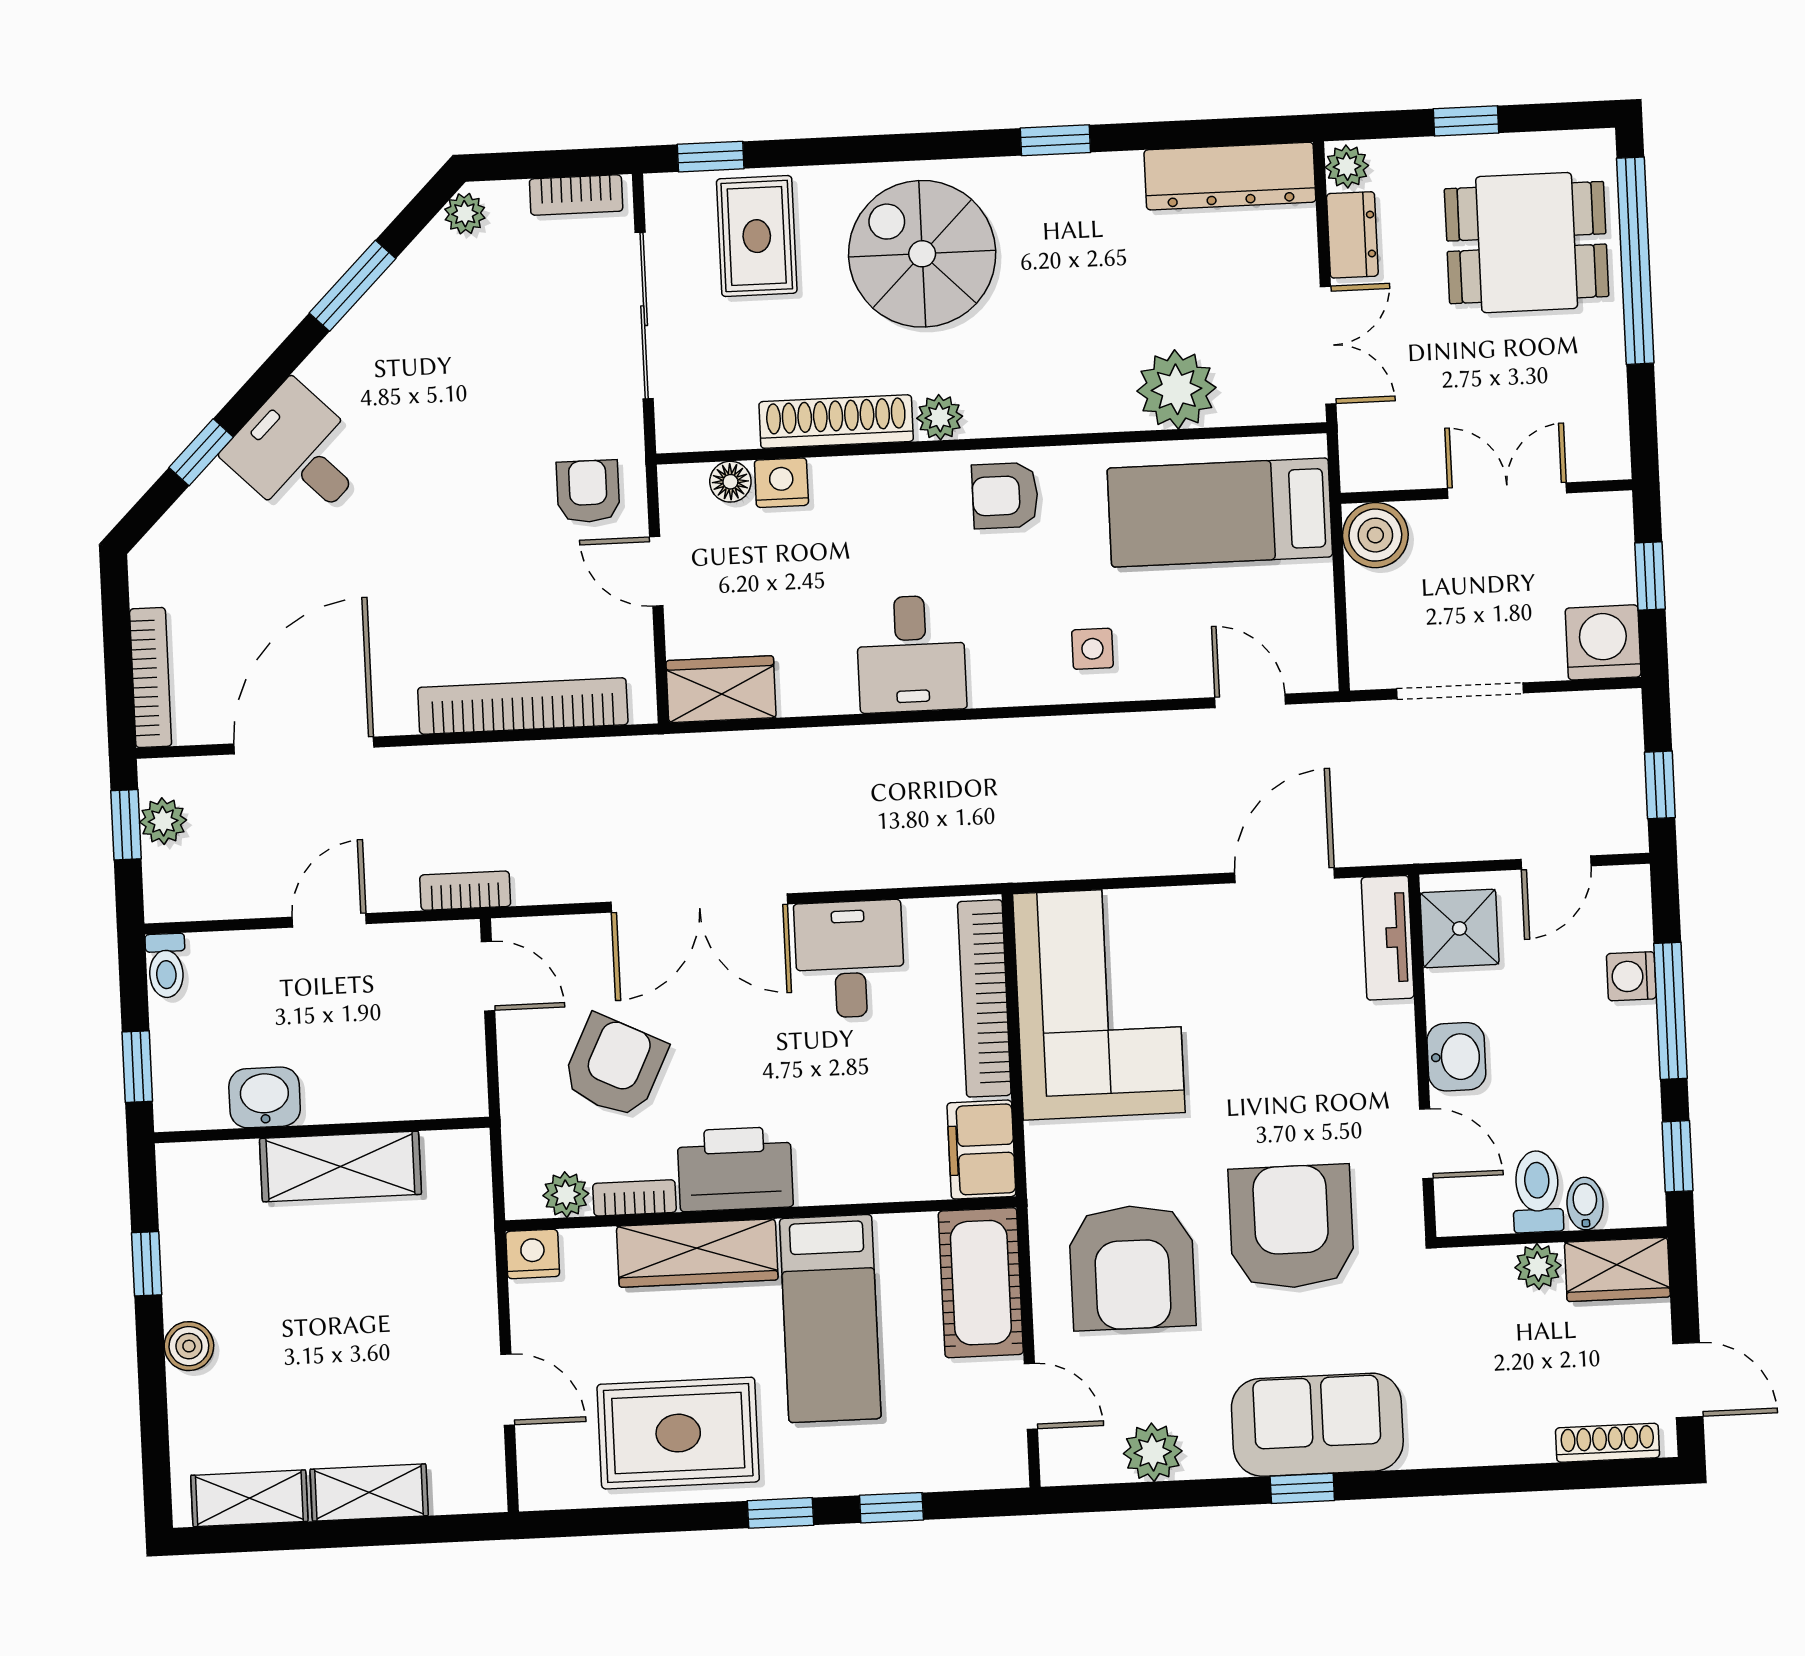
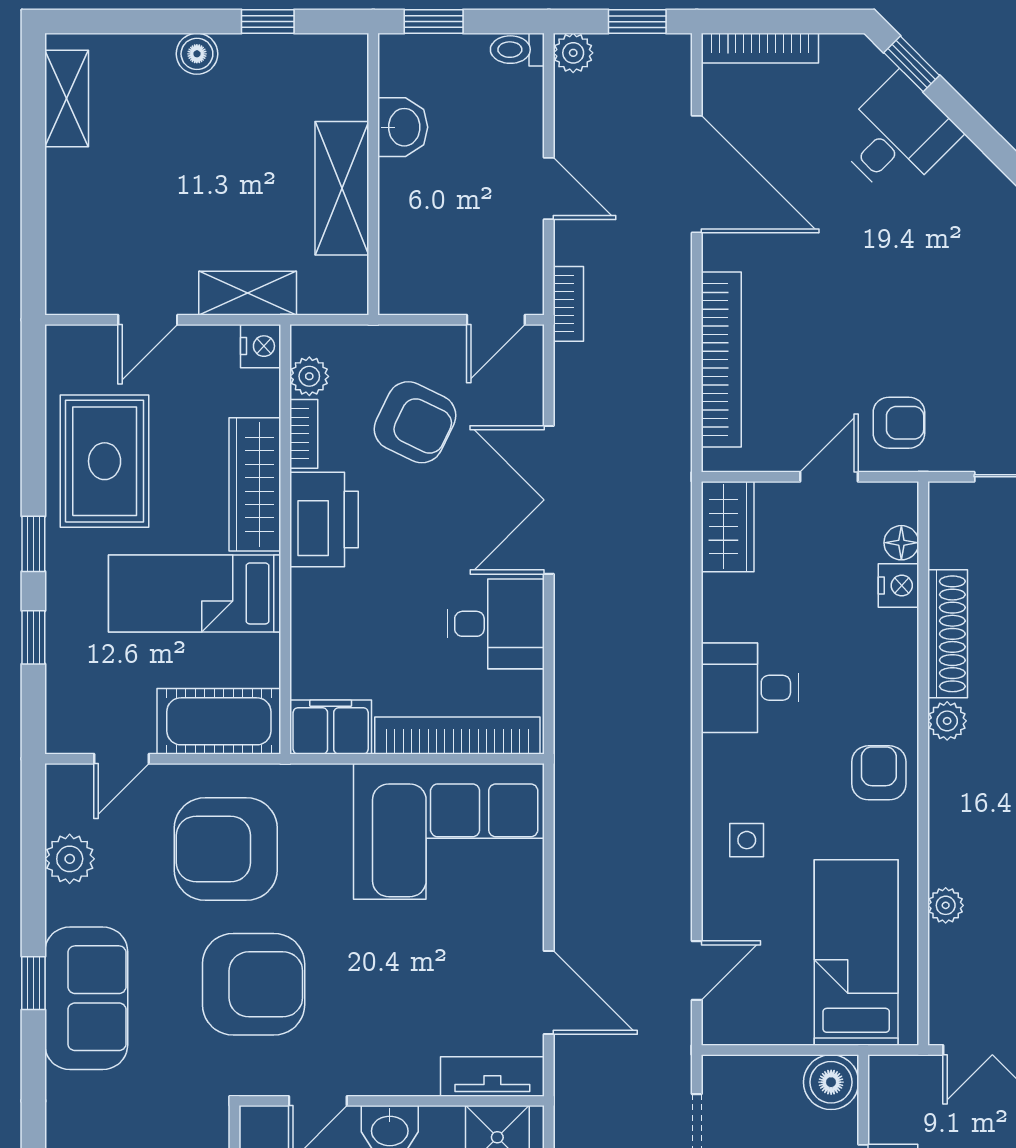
plant: (1176, 389) -> (946, 905), width x0.53, depth x0.53
window: (201, 452) -> (912, 64), moved
desk: (298, 454) -> (897, 136), moved
plant: (163, 821) -> (573, 53), moved
shelving: (369, 1493) -> (248, 293), moved, turned 90

